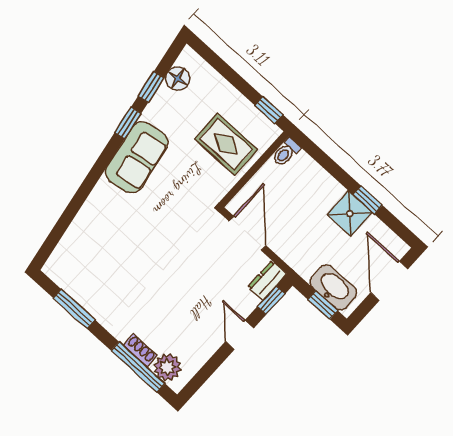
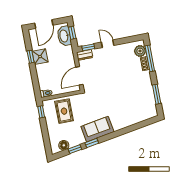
door: (240, 335) -> (108, 44), swing flipped

